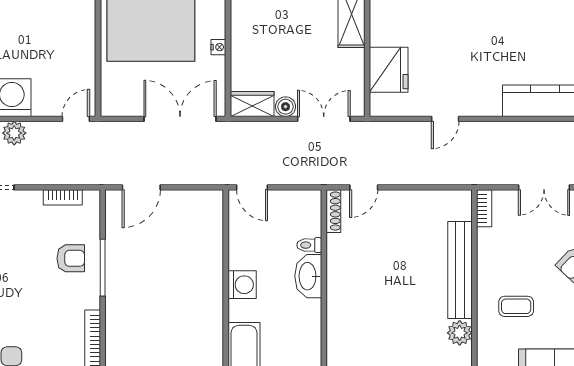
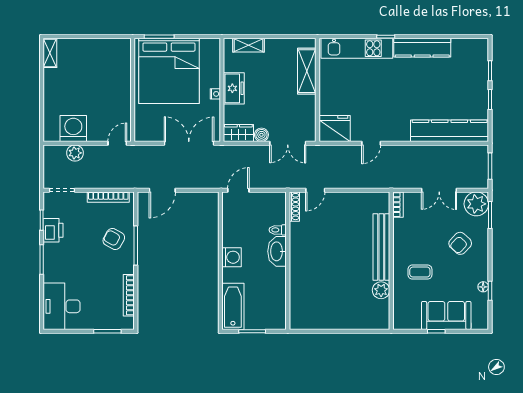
freezer: (245, 39) -> (234, 88), added
fridge: (389, 70) -> (335, 128), moved, turned -90
double door: (324, 119) -> (288, 143), swing flipped
door: (252, 187) -> (238, 190), swing flipped
bookcase: (63, 197) -> (108, 197), width x1.56
armchair: (71, 258) -> (114, 239), turned -151

